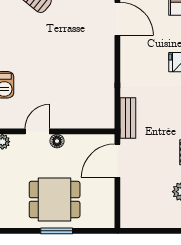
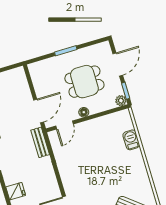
door: (37, 131) -> (65, 125), moved
dining table: (55, 199) -> (84, 82), moved

